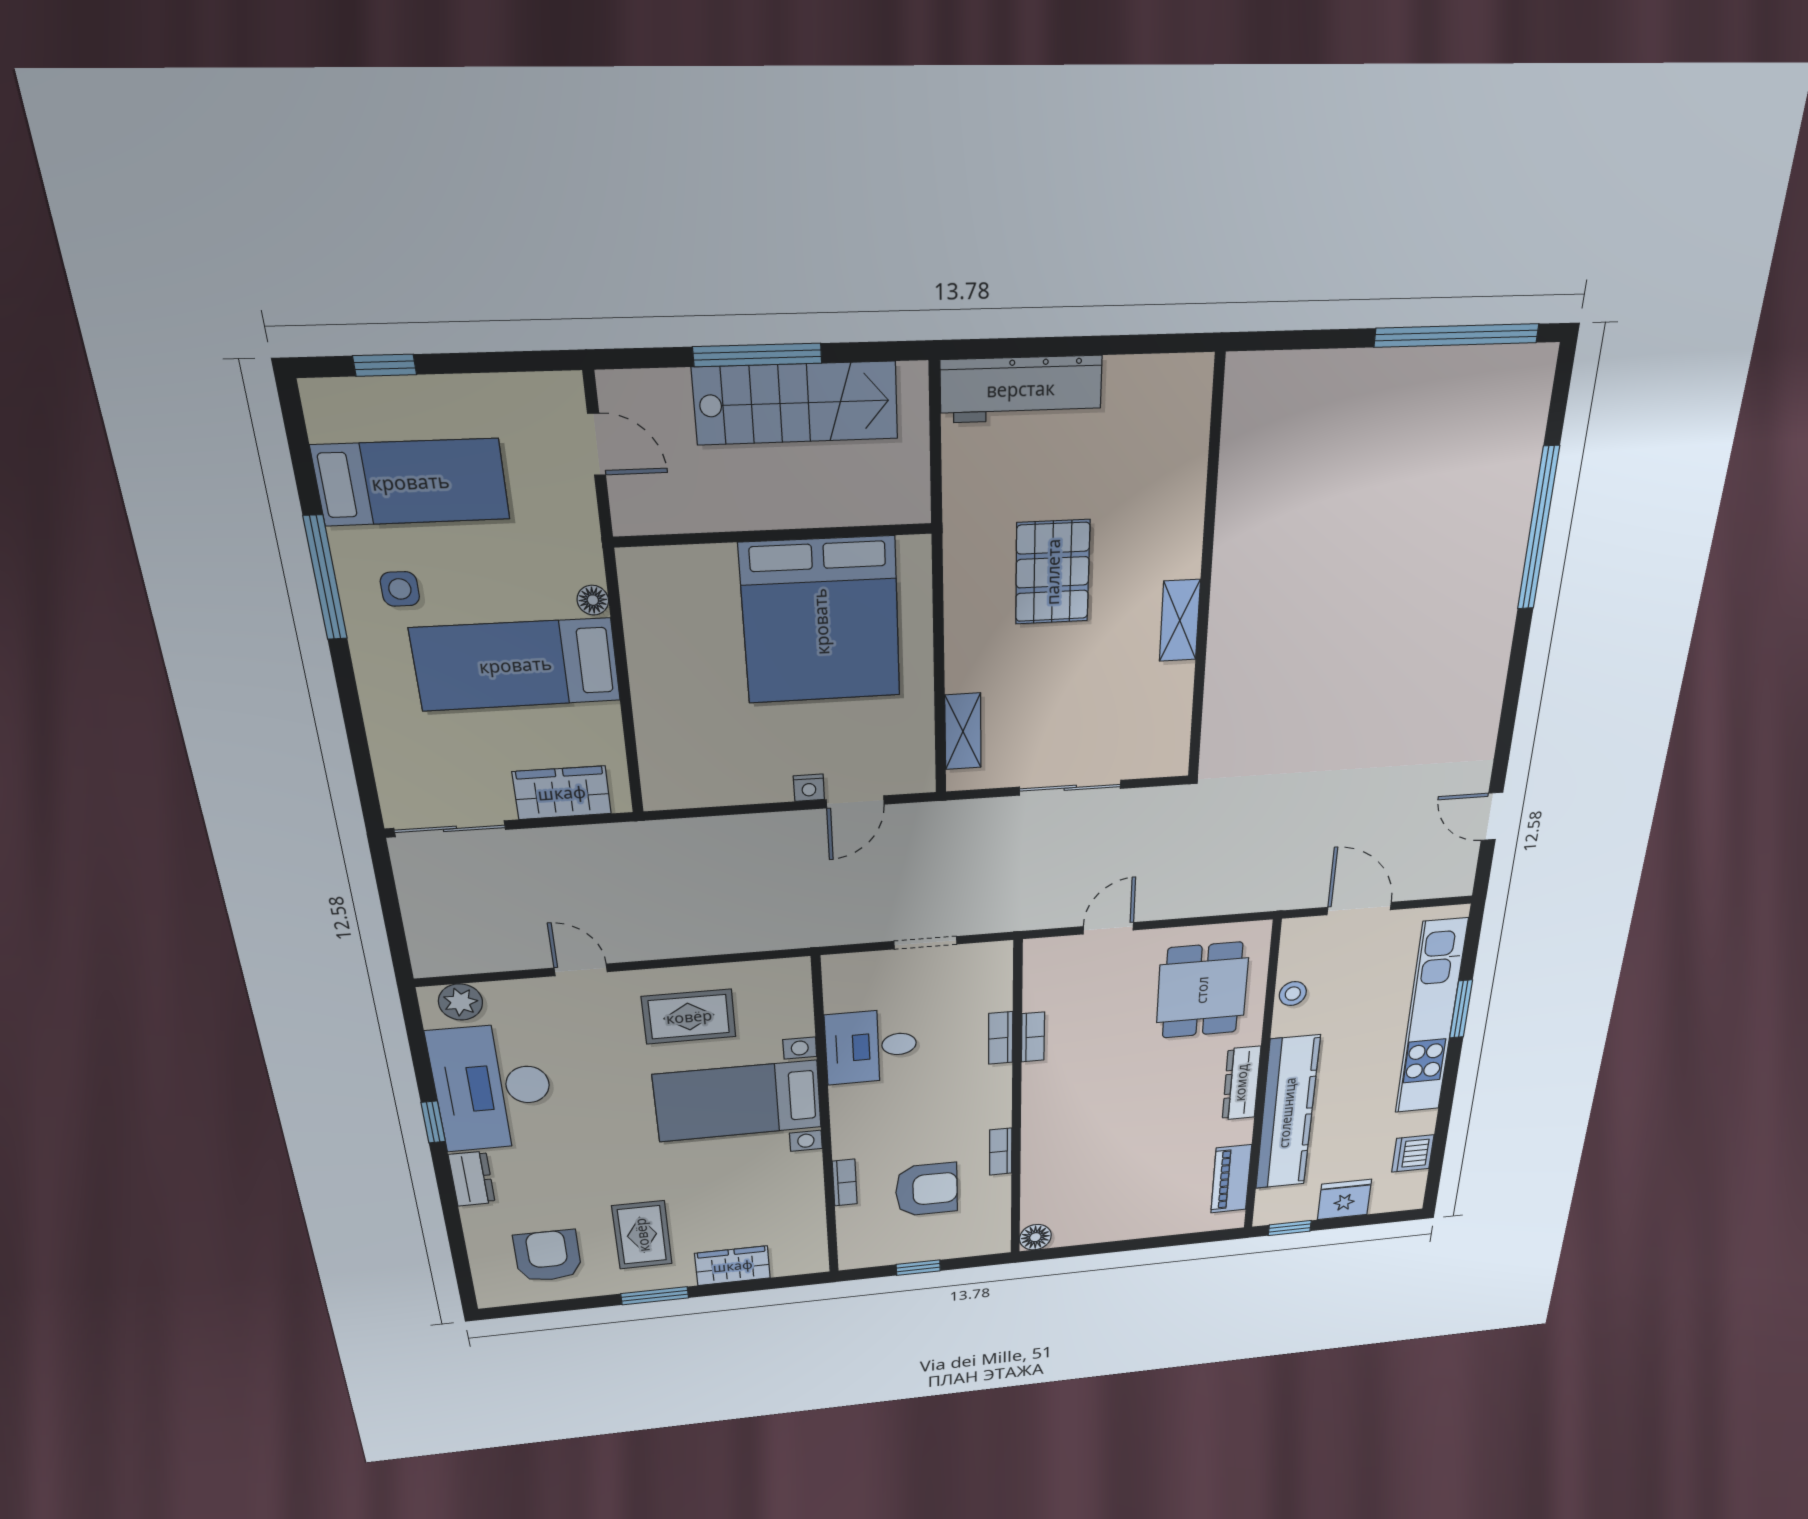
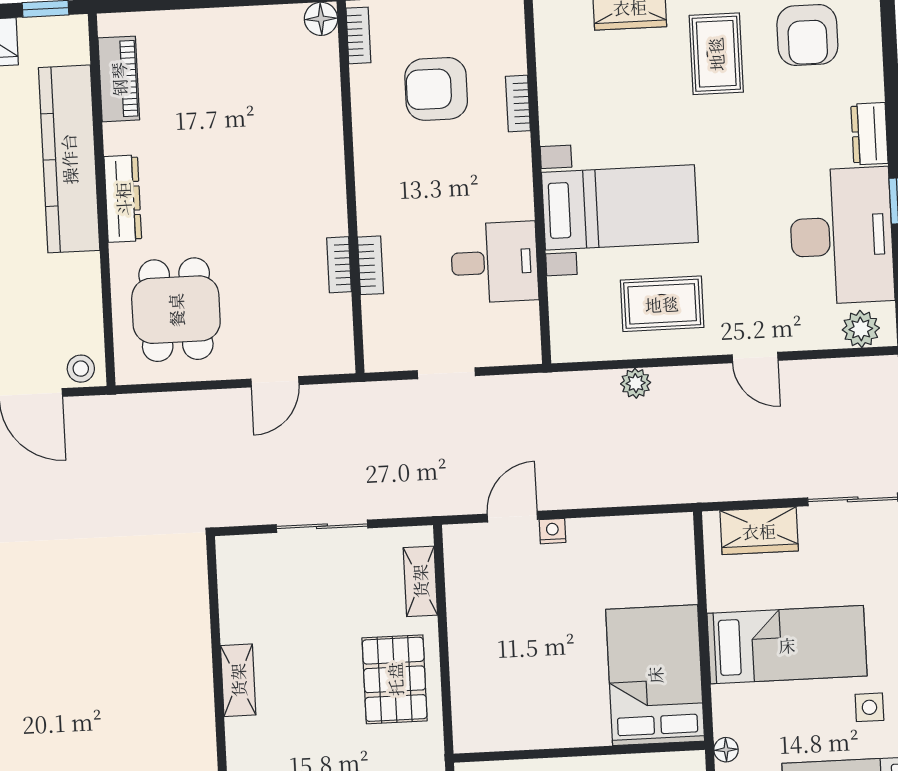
pallet: (1053, 572) -> (395, 679), moved
floor lamp: (593, 600) -> (726, 750), moved
bed: (821, 621) -> (655, 675), moved, width x0.73
plant: (716, 940) -> (636, 383), added
stool: (1293, 994) -> (81, 369), moved
bookcase: (1001, 1152) -> (358, 35), moved

